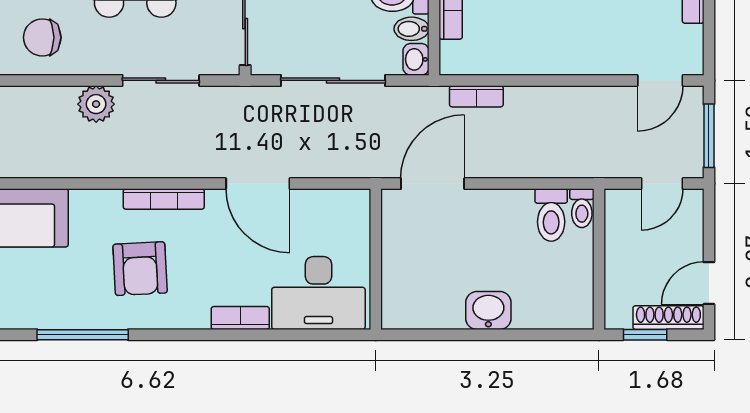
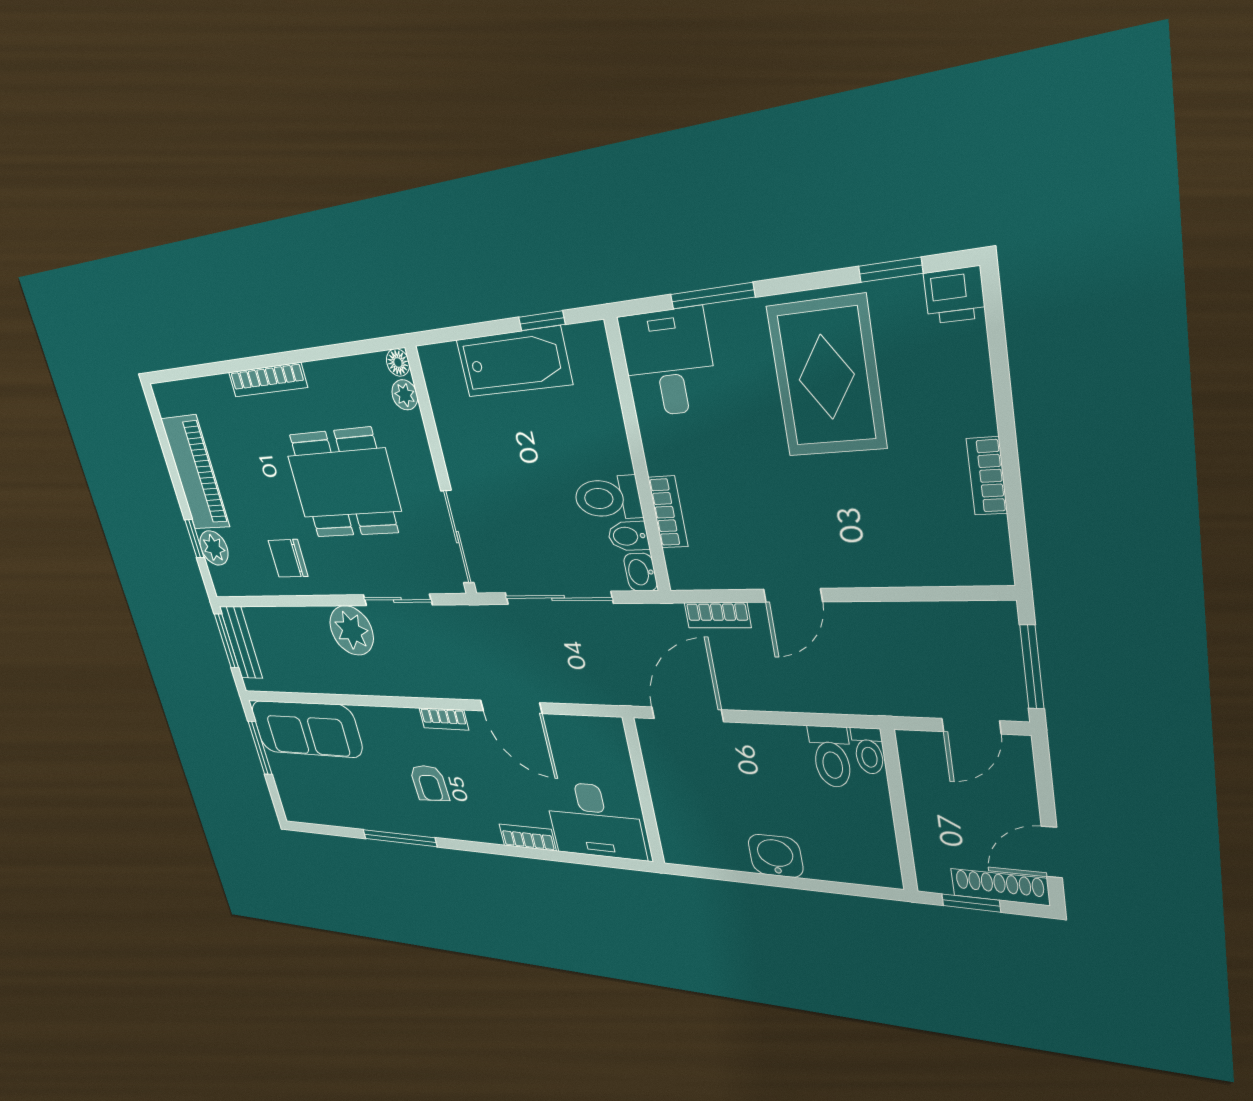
door: (660, 80) -> (793, 595), moved
plant: (96, 104) -> (352, 630), width x1.36, depth x1.36
bookcase: (164, 199) -> (444, 719), width x0.64
armchair: (140, 269) -> (429, 783), width x0.72, depth x0.72

